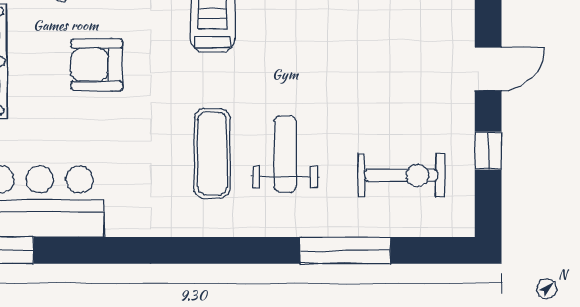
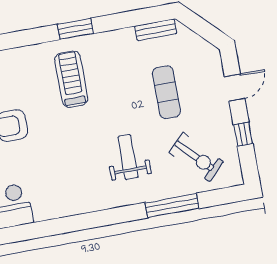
exercise mat: (212, 154) -> (166, 92), moved
exercise bike: (401, 175) -> (196, 157), turned 46

